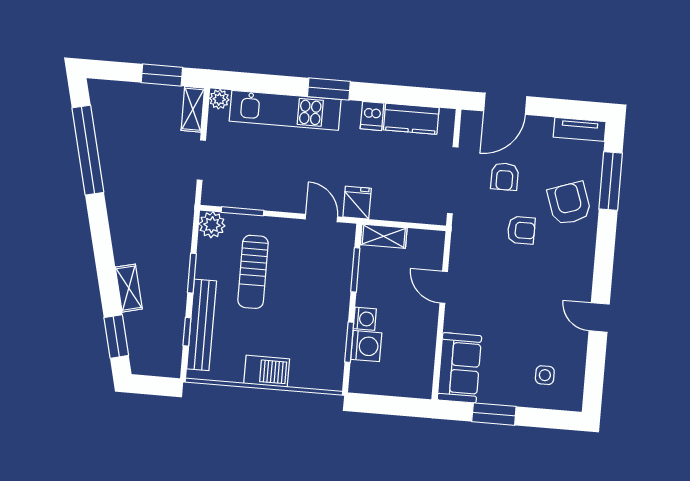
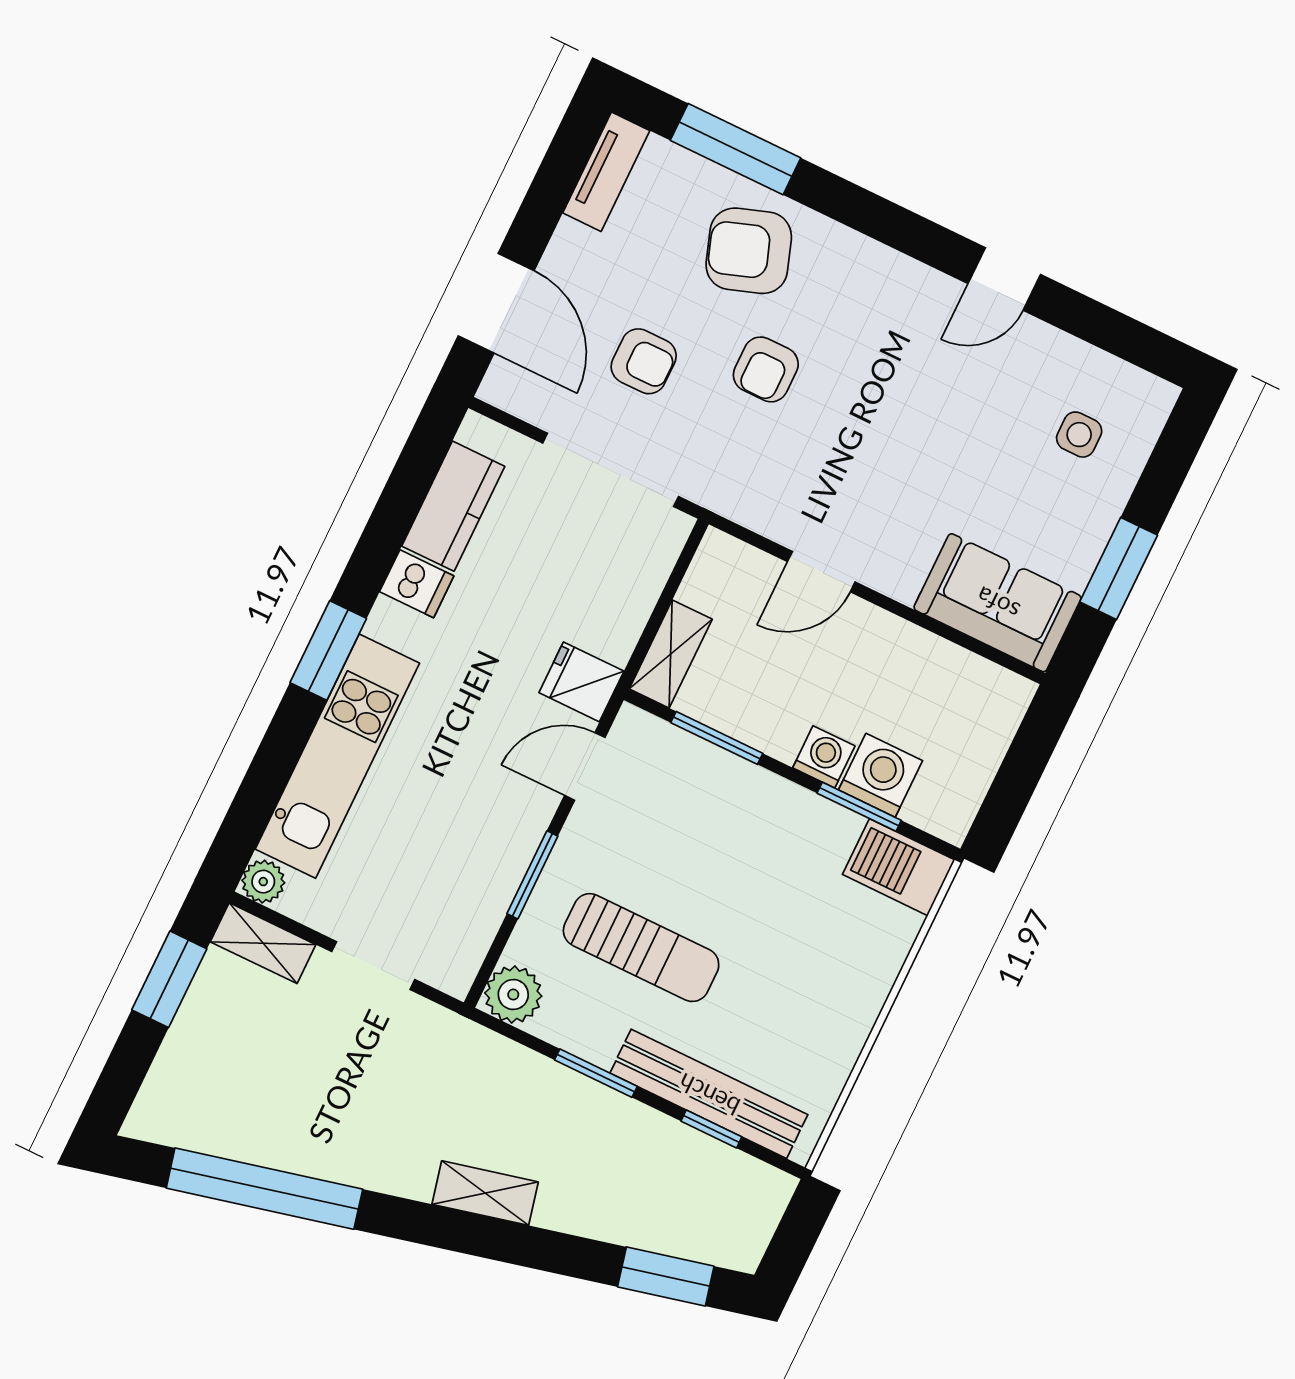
window: (242, 211) -> (532, 875), moved
armchair: (521, 230) -> (766, 369), turned 180
shelving: (129, 288) -> (485, 1193), moved
barbecue: (267, 371) -> (899, 867), moved, turned -90

